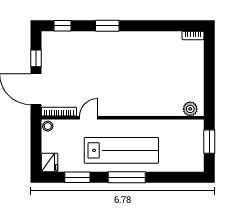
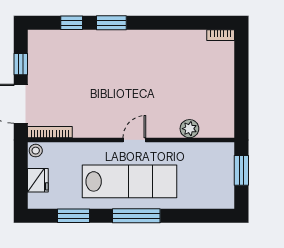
window: (62, 26) -> (72, 23), moved
plant: (190, 109) -> (189, 129), moved
door: (89, 118) -> (134, 140), moved
fridge: (49, 163) -> (38, 180), moved

